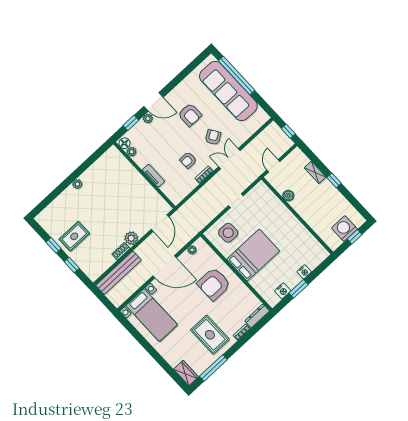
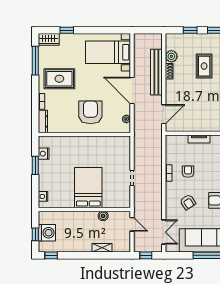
double door: (229, 159) -> (164, 232), moved
window: (334, 180) -> (51, 255), moved
door: (160, 223) -> (164, 114), swing flipped
side table: (228, 233) -> (115, 153), removed
rug: (74, 236) -> (204, 66), moved
plant: (131, 238) -> (171, 56), moved
bed: (253, 255) -> (88, 188), moved, turned 180
door: (165, 267) -> (132, 90), hinge flipped
nightstand: (304, 272) -> (43, 196), moved
bench: (119, 273) -> (156, 72), moved
window: (165, 365) -> (67, 30), added

